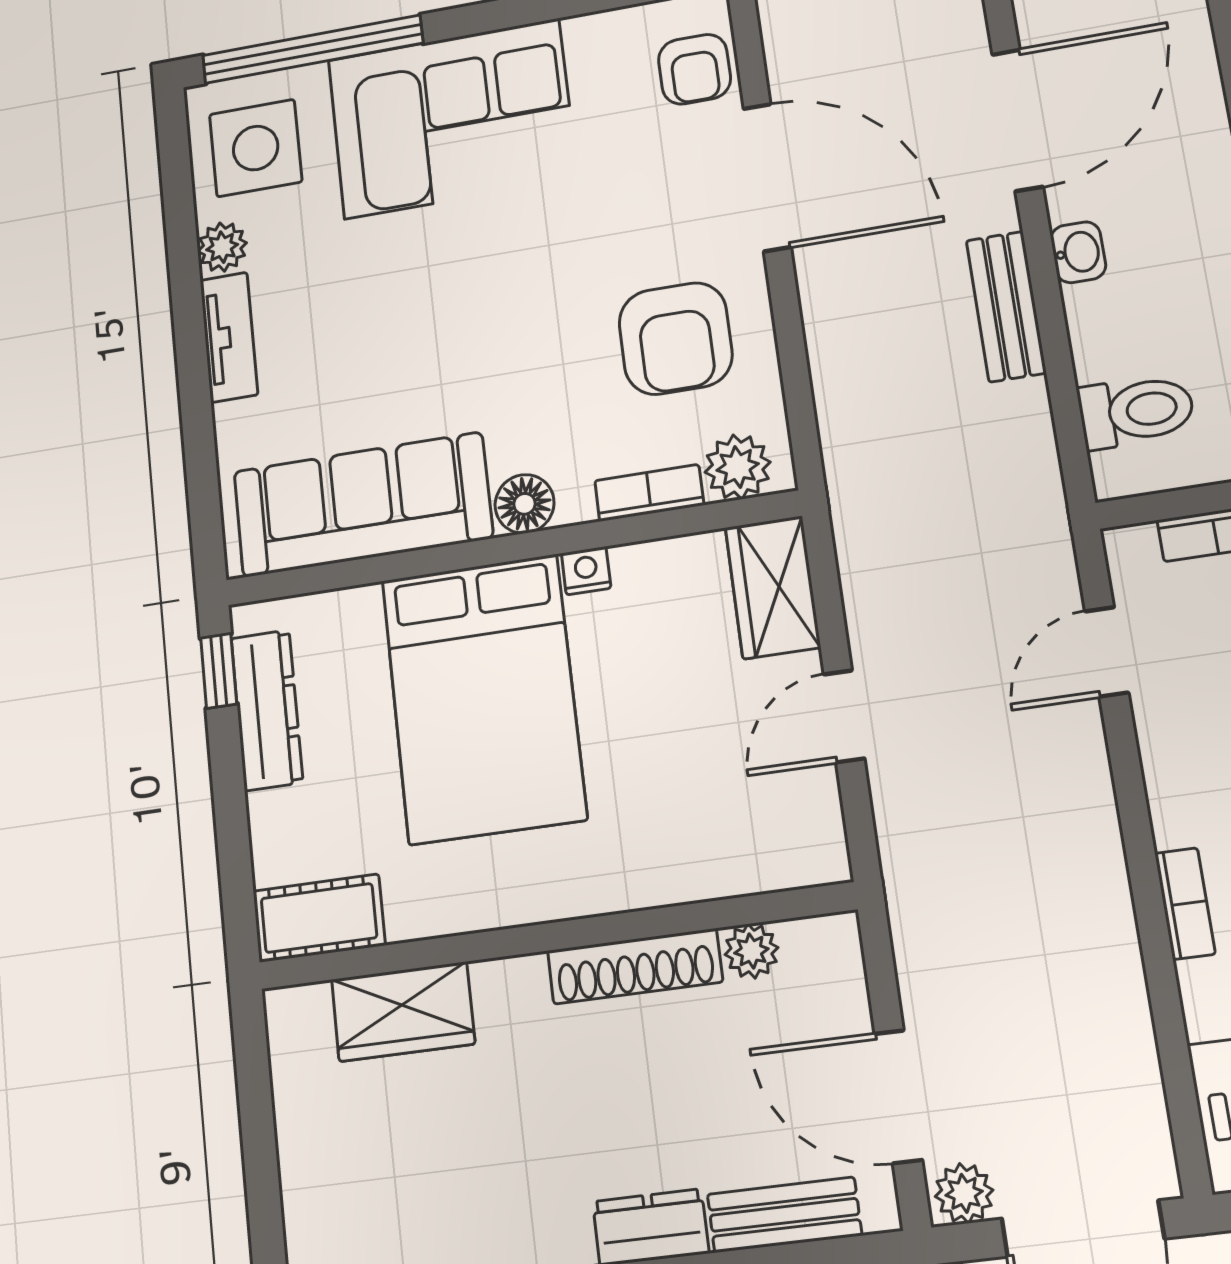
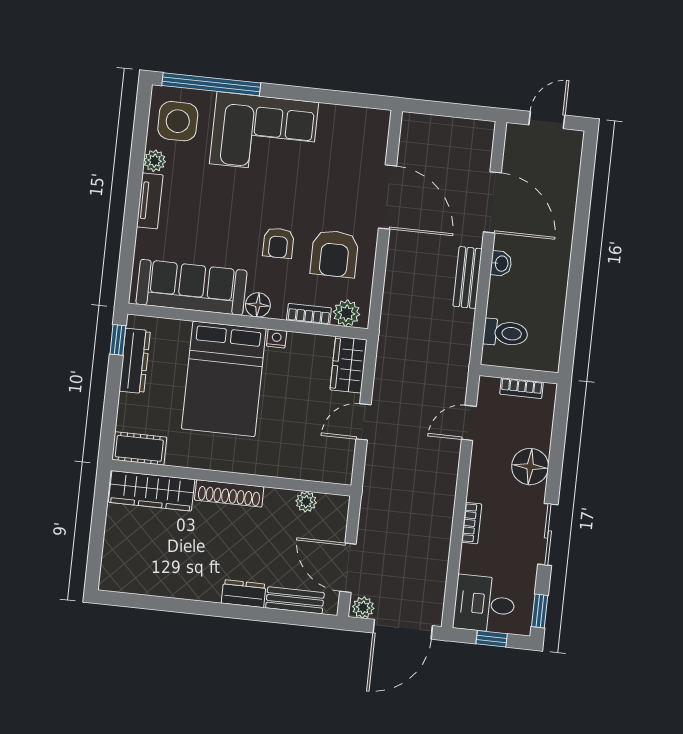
armchair: (694, 69) -> (278, 243), moved
door: (1017, 120) -> (492, 202), hinge flipped
shoe rack: (635, 966) -> (229, 493), moved
wardrobe: (403, 1012) -> (152, 491), width x1.50

